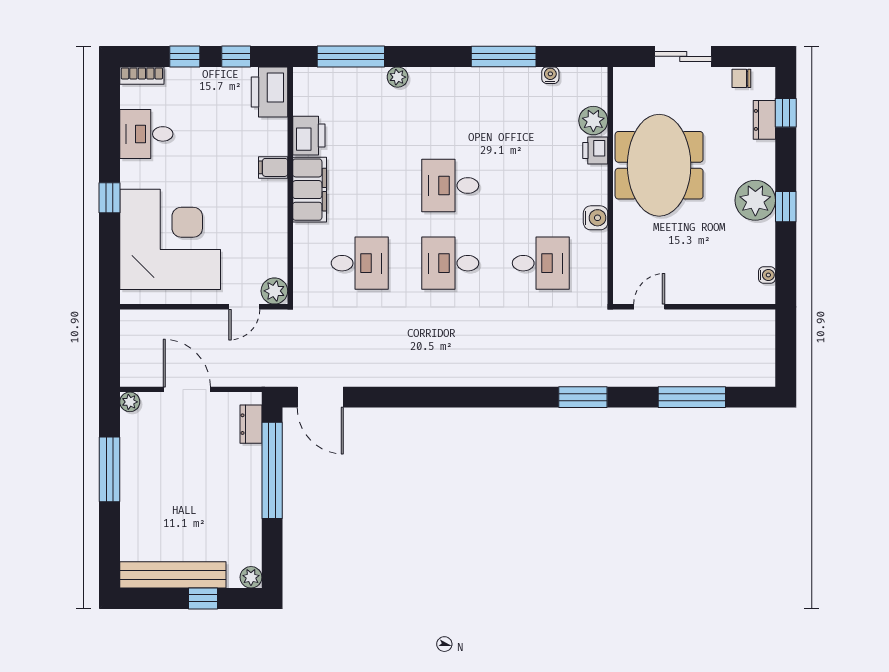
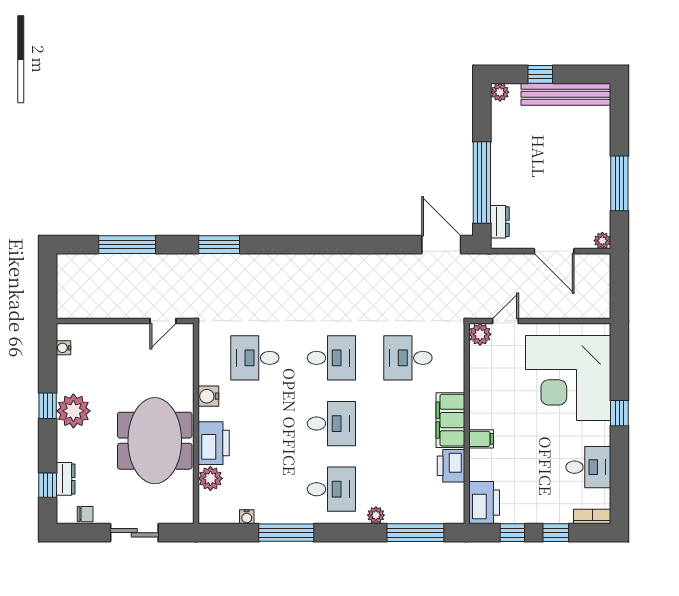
desk: (450, 108) -> (331, 489), added
printer: (595, 151) -> (214, 443), width x1.87, depth x1.48

